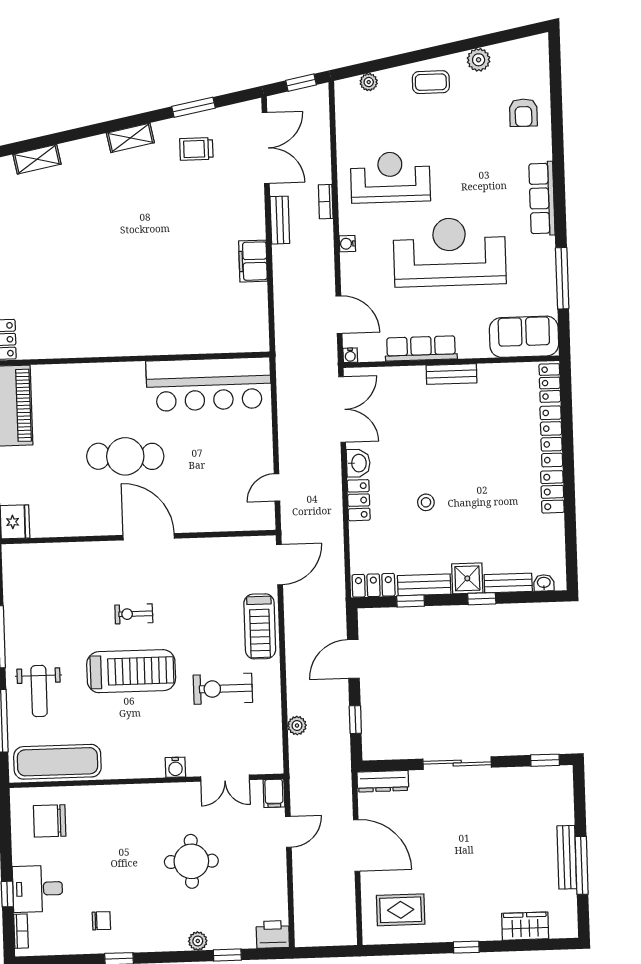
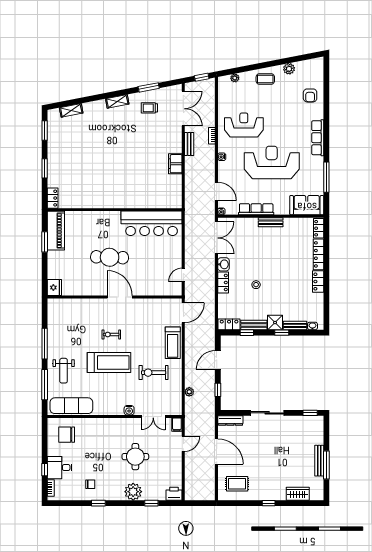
plant: (198, 941) -> (133, 492), width x1.88, depth x1.88

